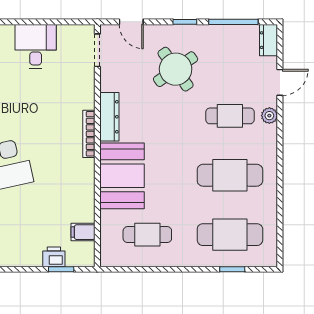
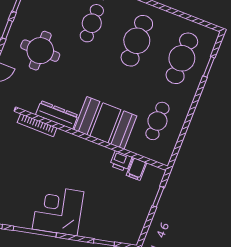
round table: (176, 69) -> (40, 51), turned 35
bookcase: (89, 134) -> (37, 125), moved
printer: (54, 257) -> (121, 161), moved, turned -90

